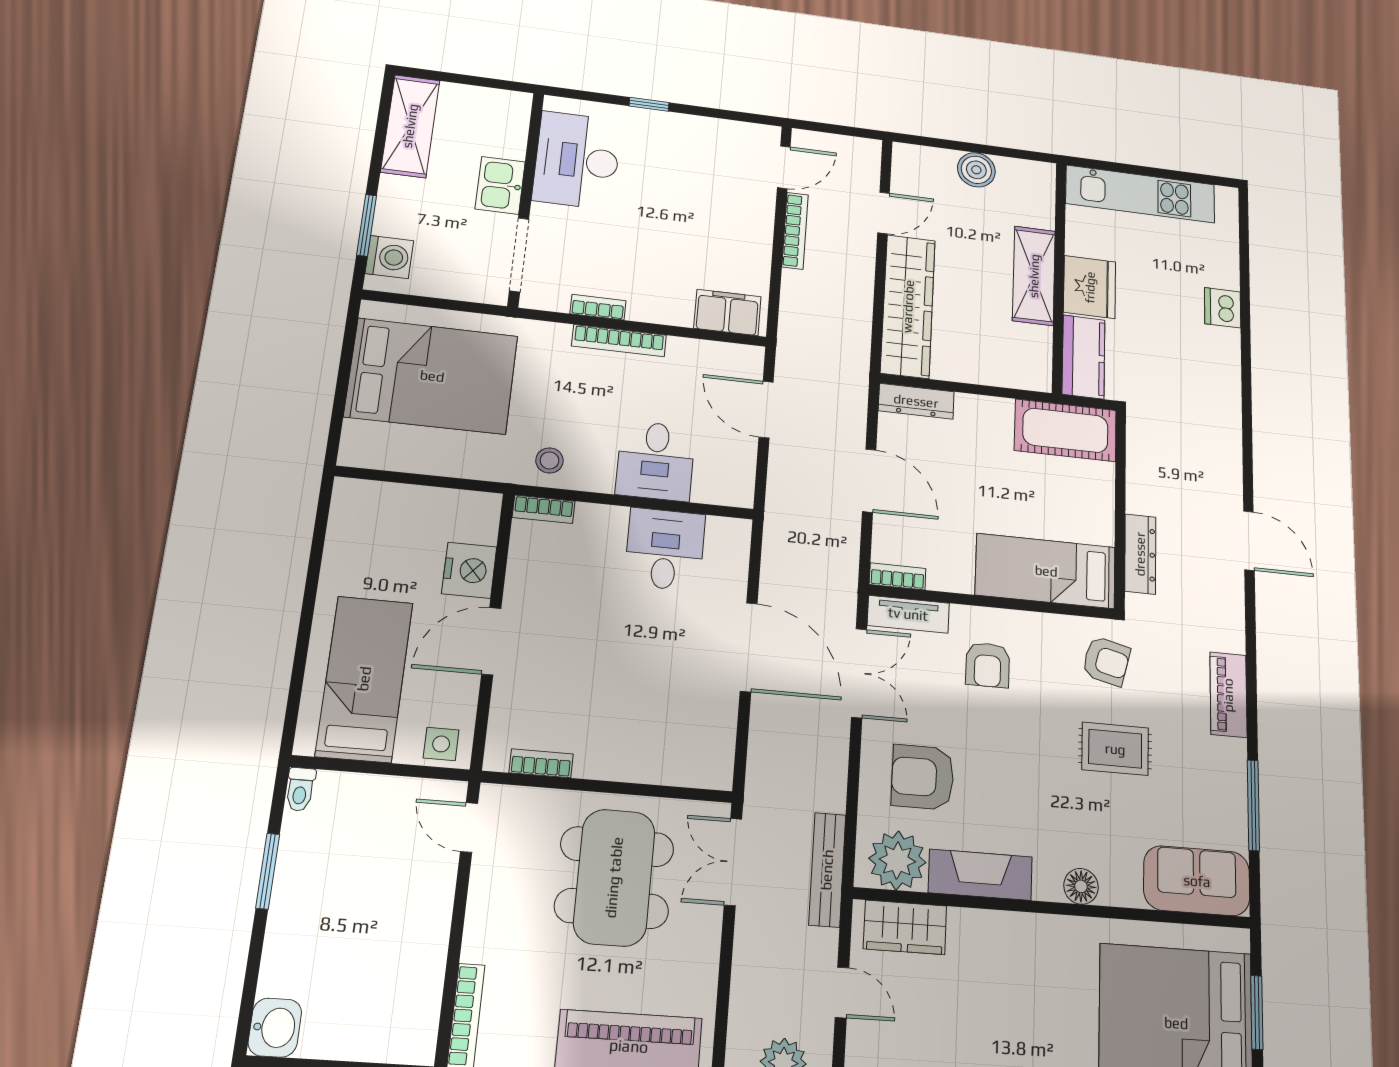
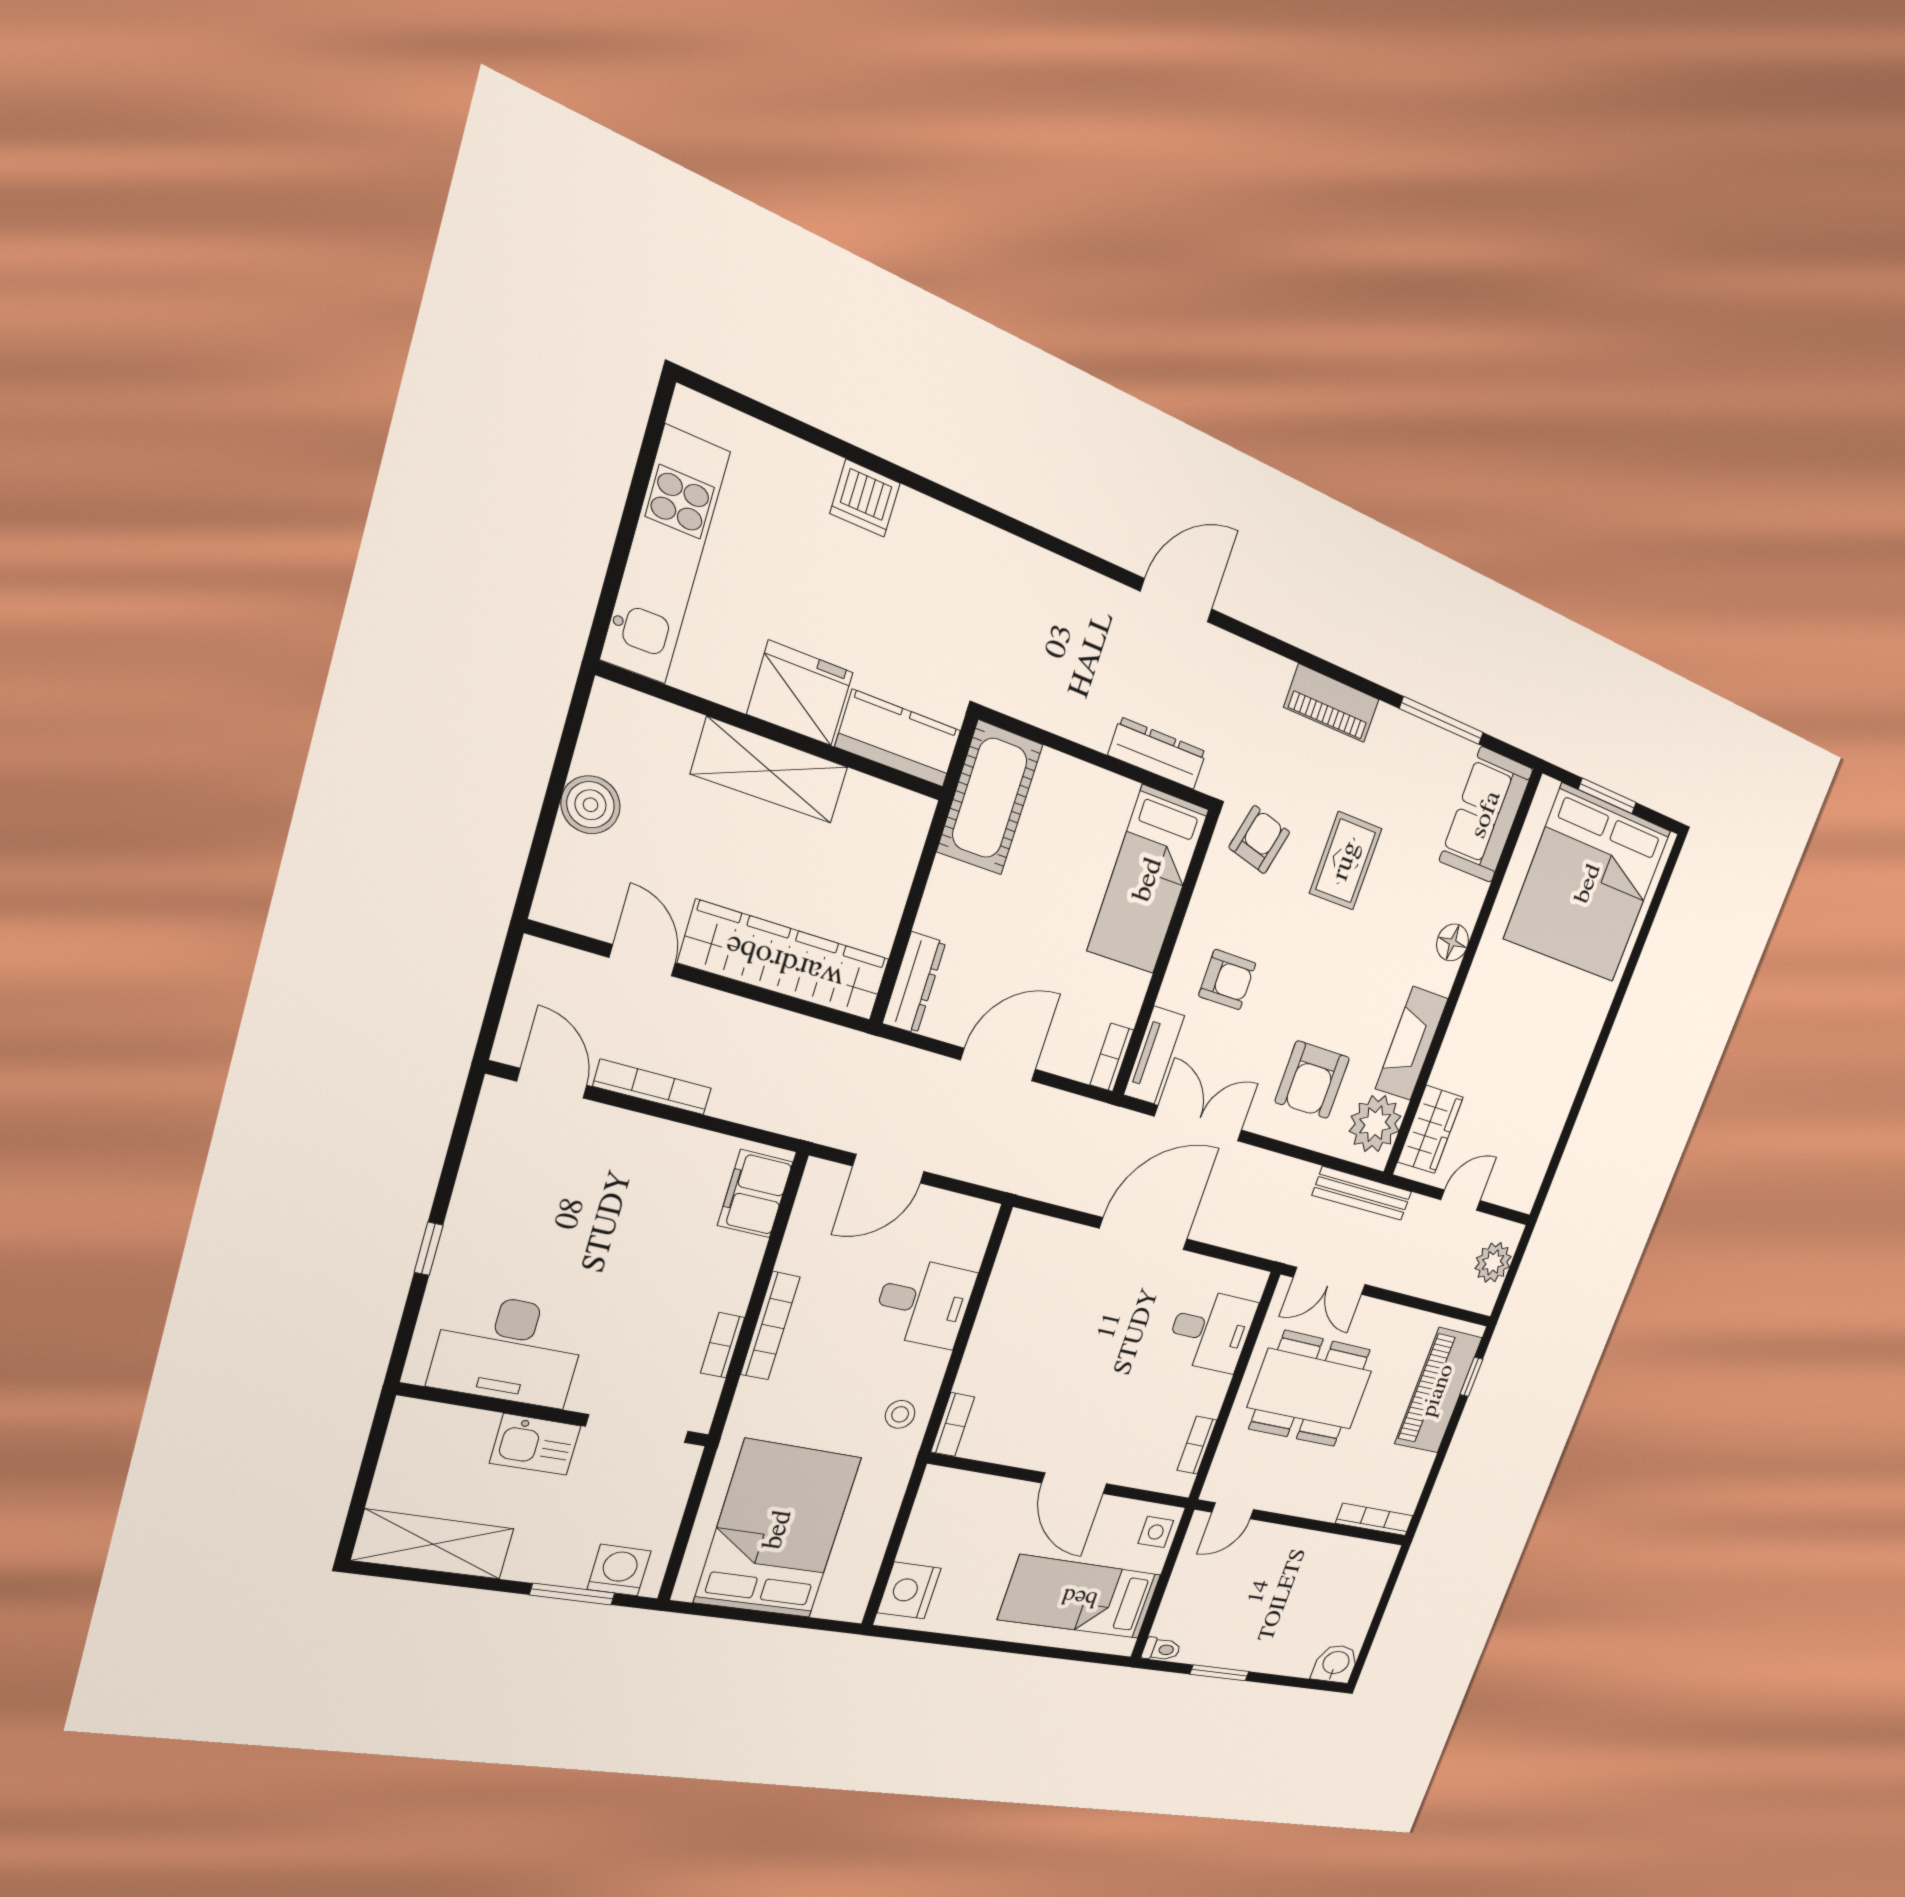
desk: (665, 549) -> (1211, 1331), moved, turned 180
nightstand: (469, 570) -> (909, 1590), moved, turned -90

